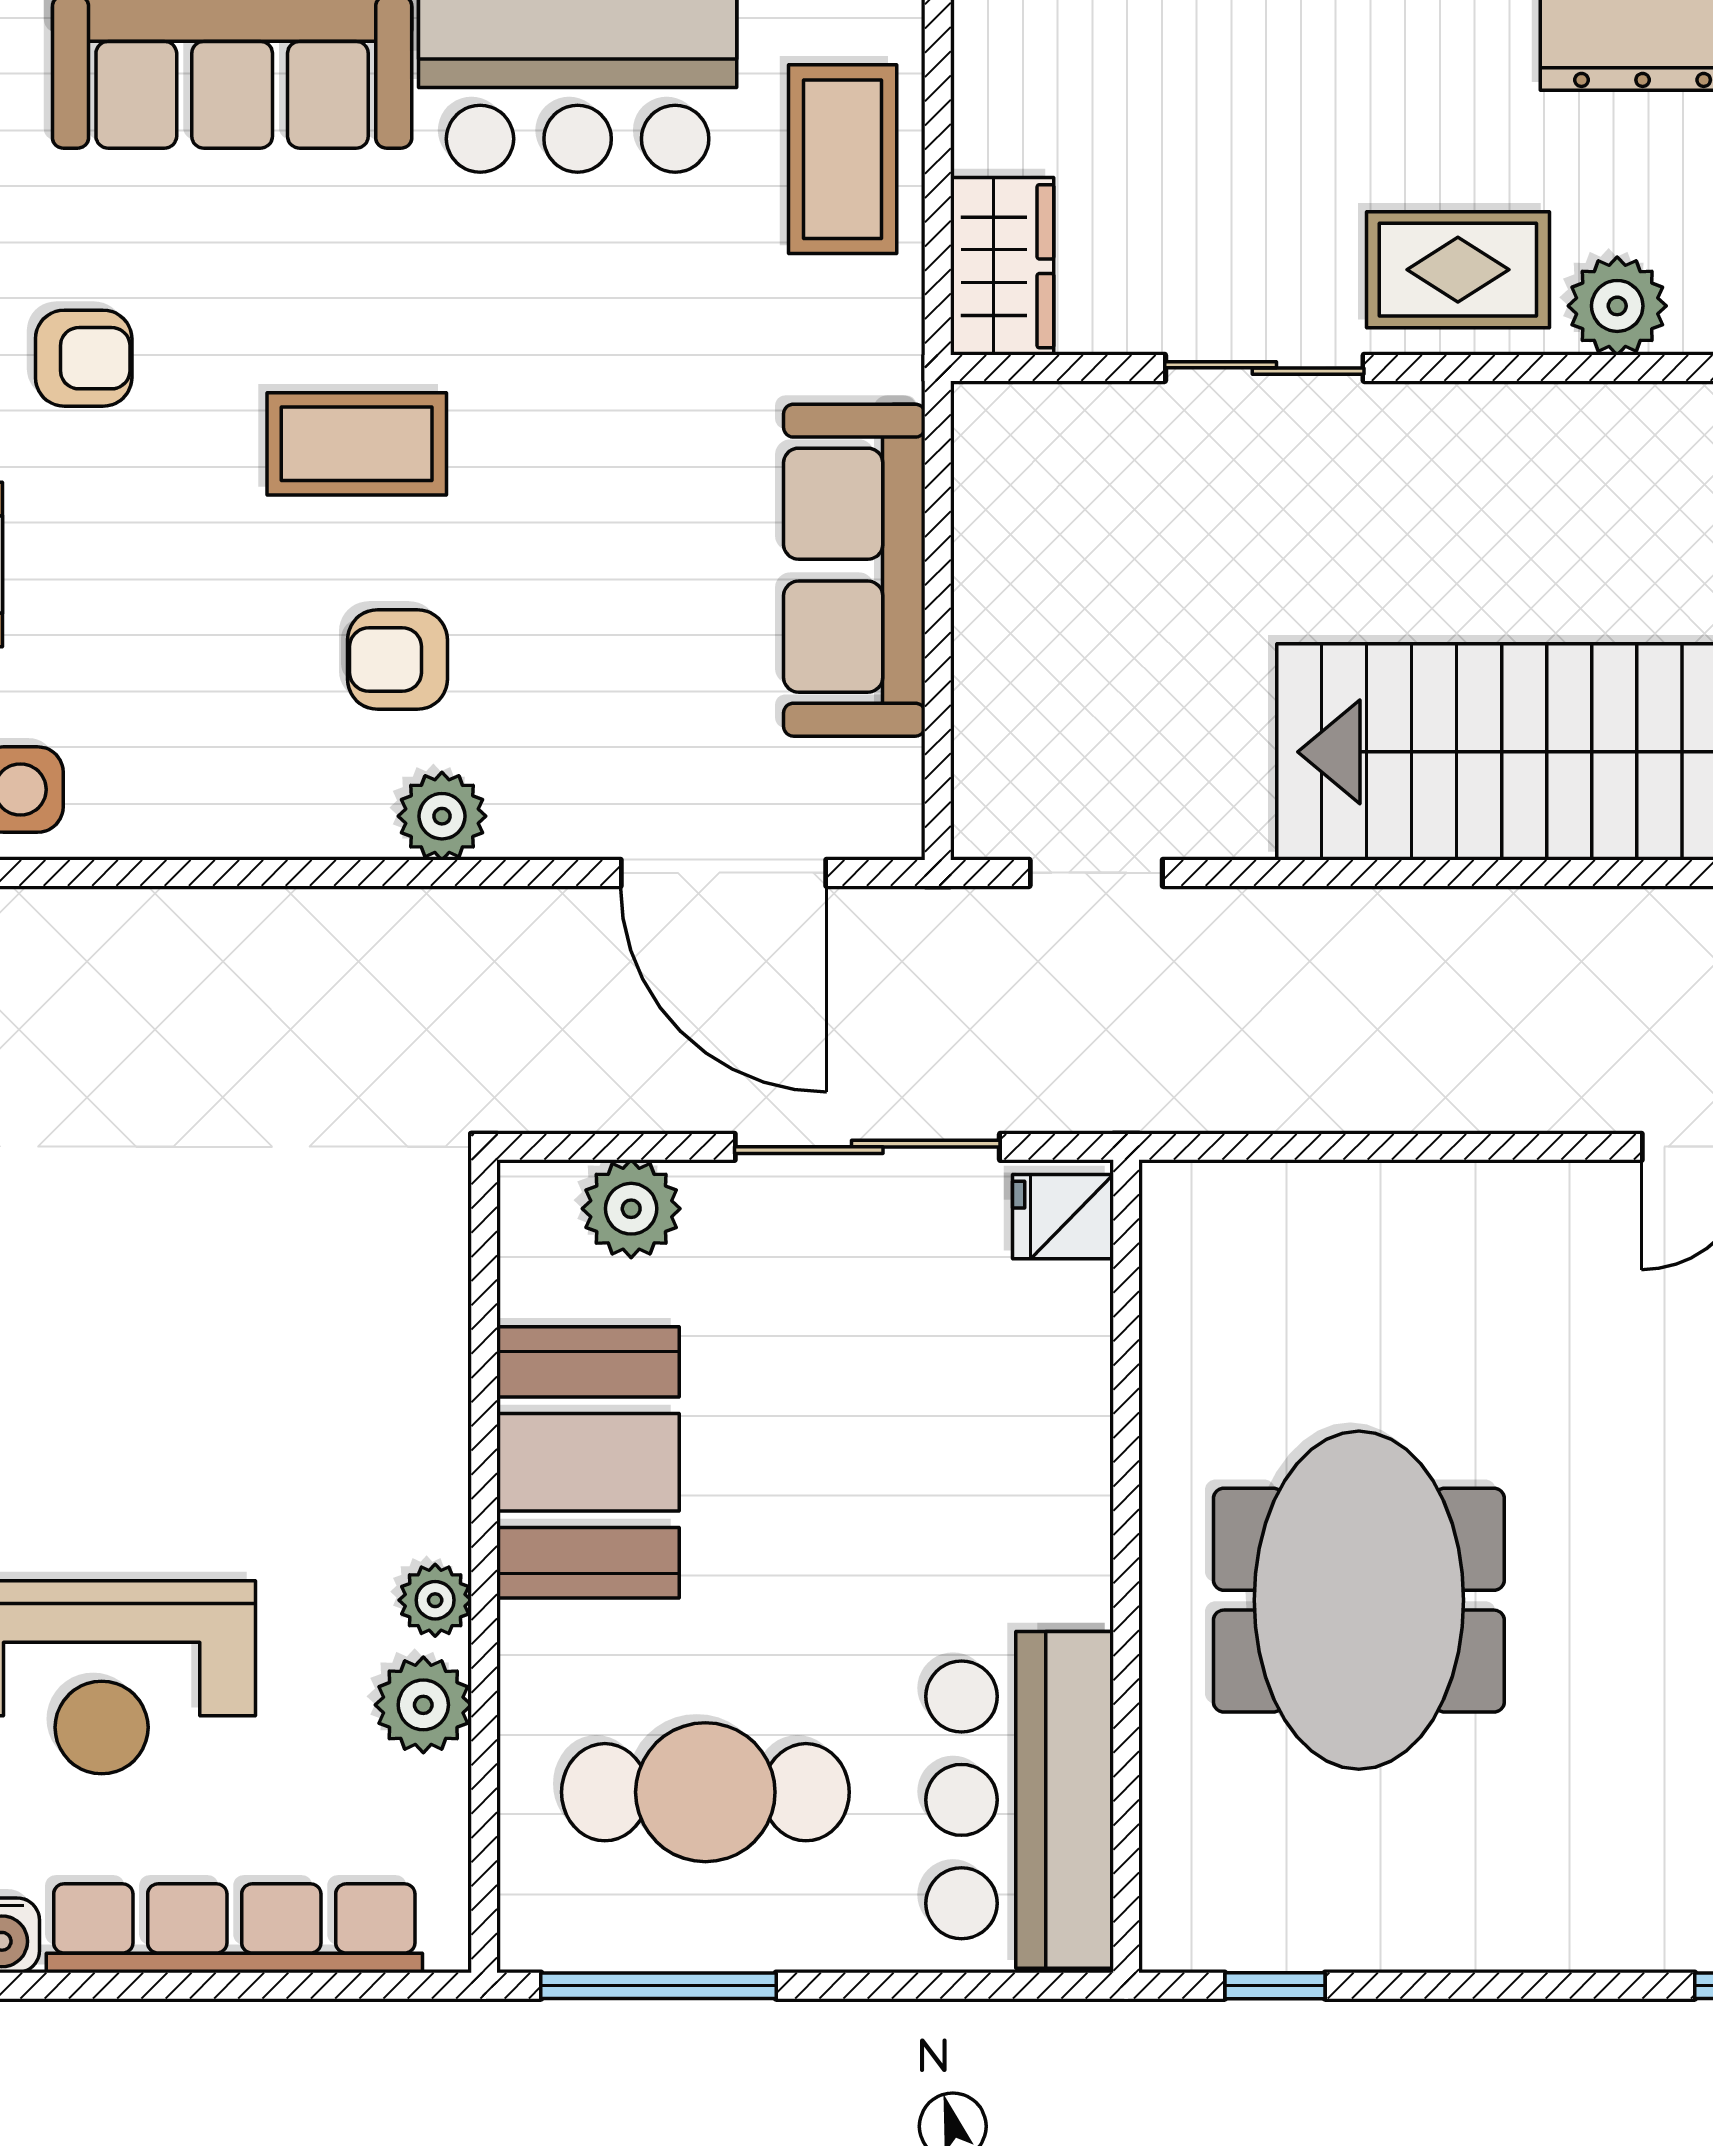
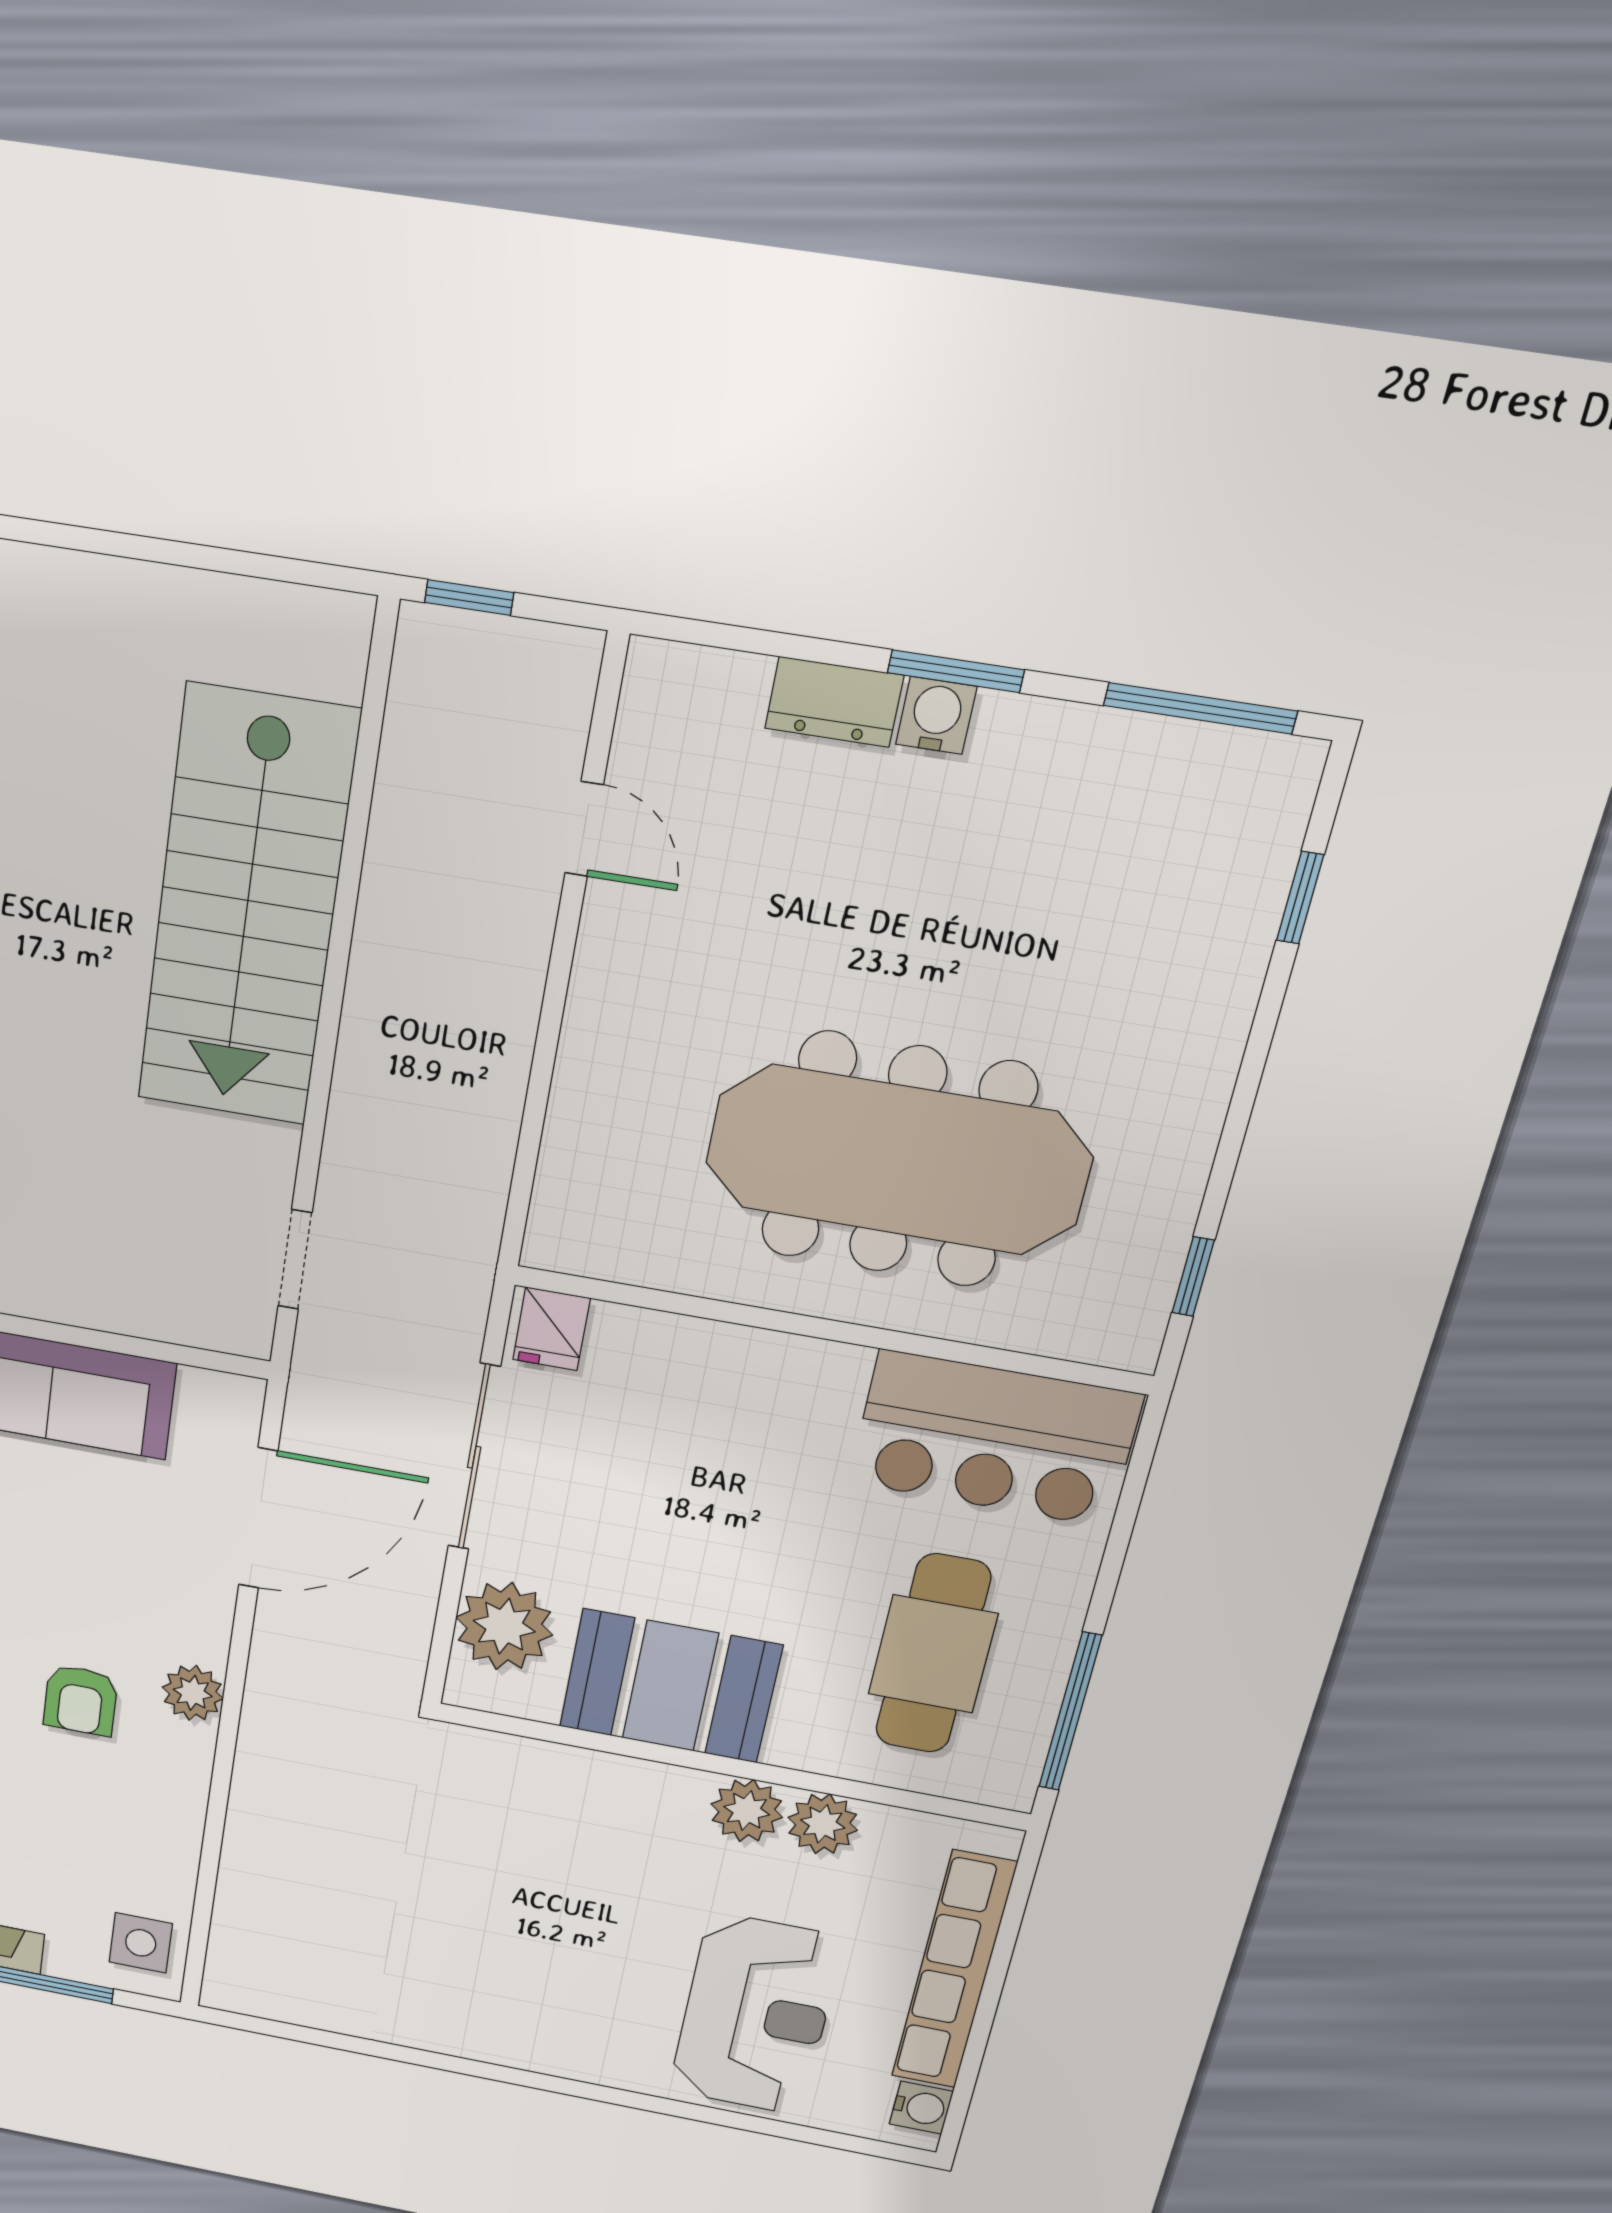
plant: (631, 1209) -> (504, 1626), width x1.36, depth x1.36
plant: (435, 1600) -> (747, 1811), width x1.38, depth x1.38
meeting table: (1359, 1600) -> (898, 1160), width x1.36

